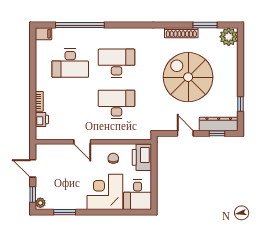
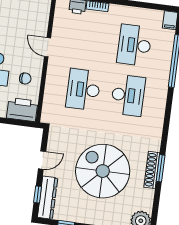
window: (205, 25) -> (161, 168), moved
spiral stairs: (188, 77) -> (103, 171), turned -90
desk: (116, 104) -> (83, 90), turned 180
door: (82, 142) -> (47, 47), hinge flipped

